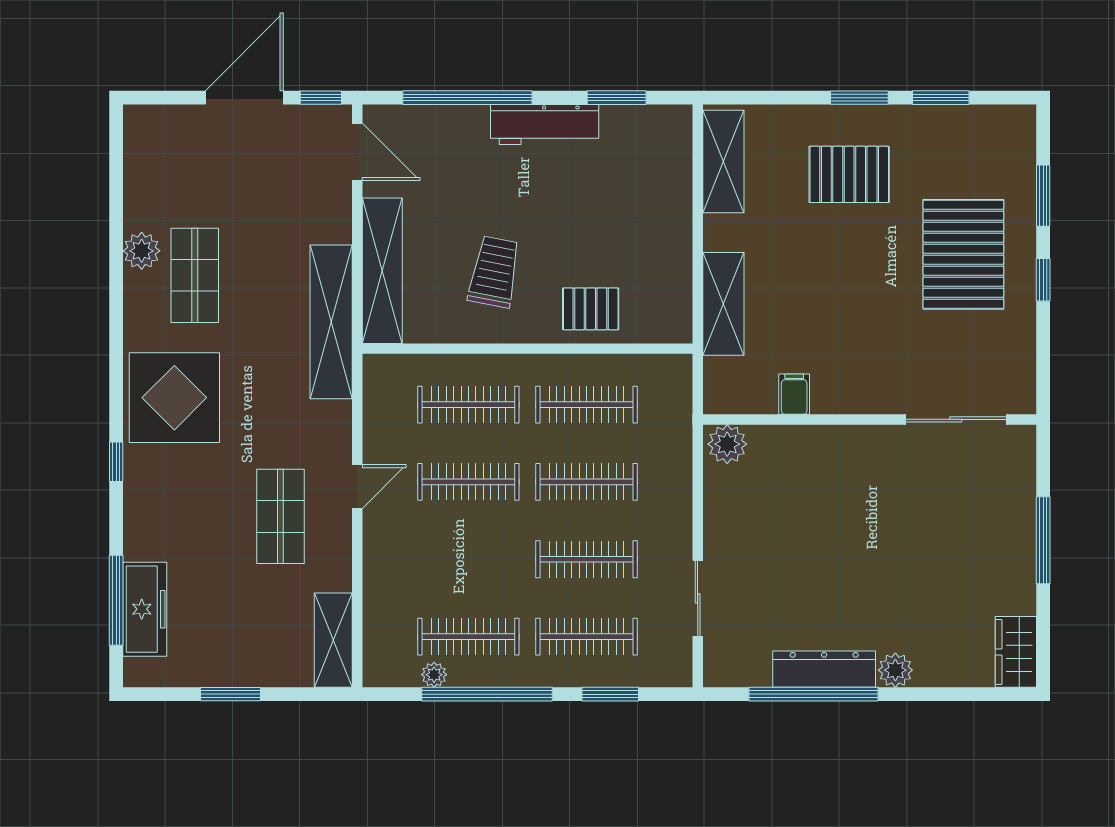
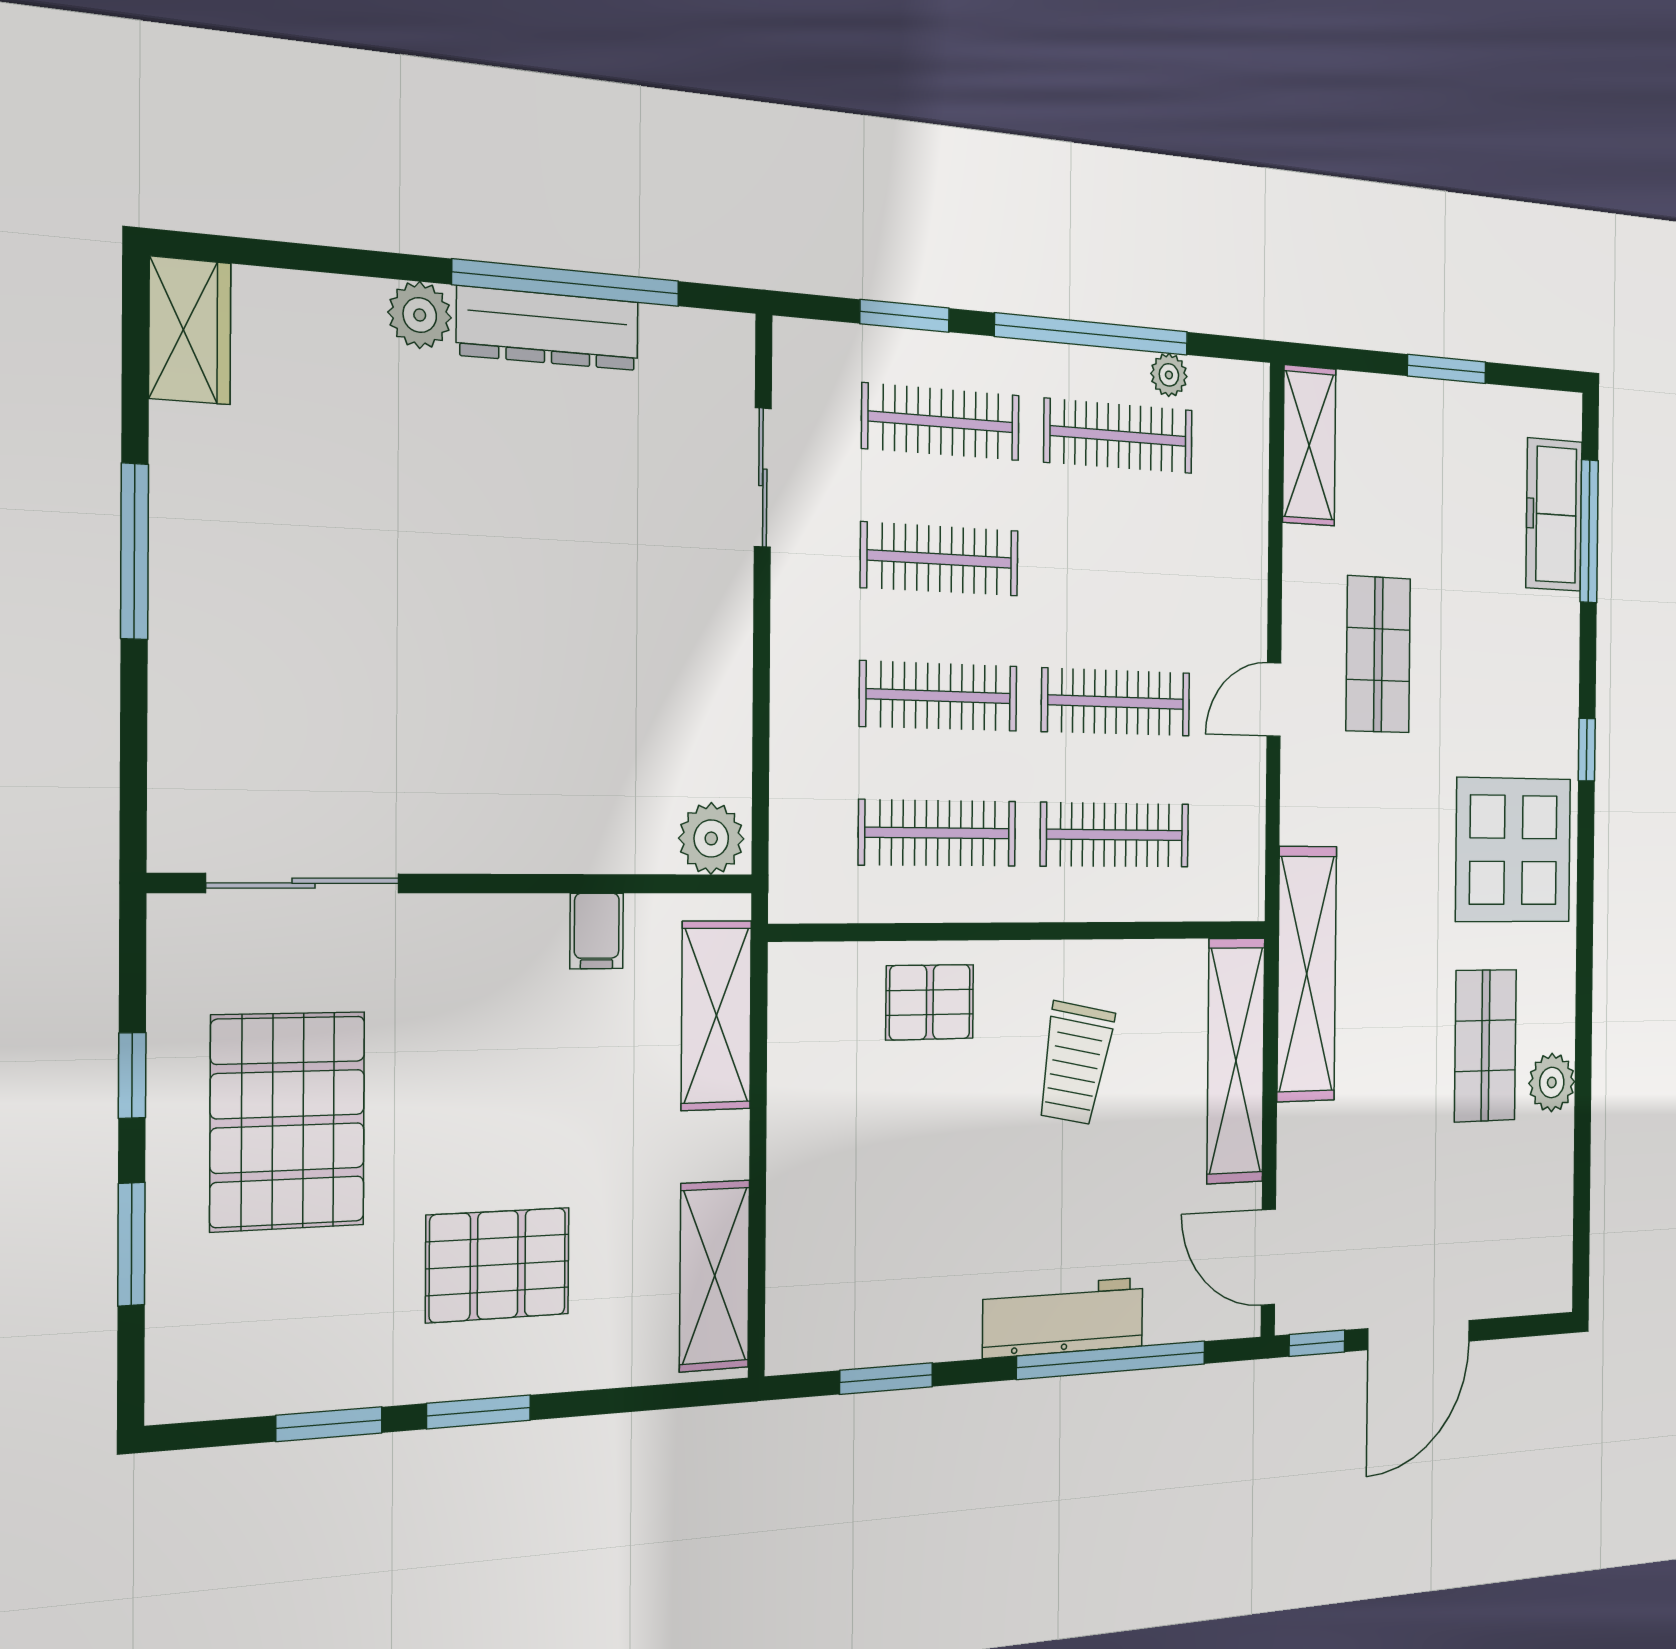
workbench: (545, 124) -> (1063, 1318), moved
filing cabinet: (794, 394) -> (597, 931), moved
wall: (870, 419) -> (463, 883), moved
sliding door: (956, 419) -> (304, 883), moved
plant: (727, 444) -> (711, 838), moved

